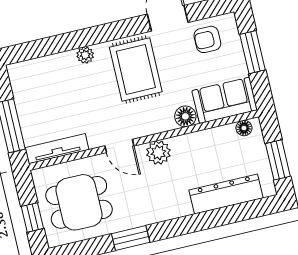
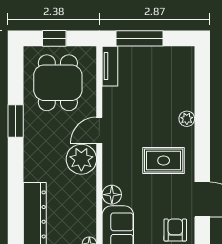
rug: (136, 69) -> (164, 161), width x0.73, depth x0.70
tv unit: (57, 149) -> (110, 66), width x0.71
plant: (158, 153) -> (81, 159), width x1.36, depth x1.36

